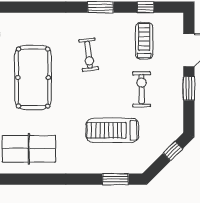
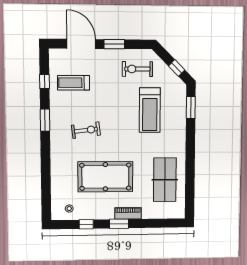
exercise bike: (142, 89) -> (137, 69), moved
window: (173, 151) -> (177, 68), moved

